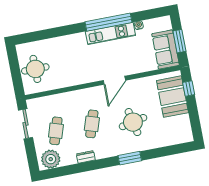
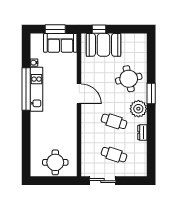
round table: (133, 122) -> (129, 79), moved
plant: (51, 159) -> (138, 109), moved

